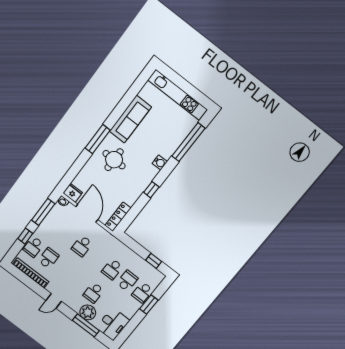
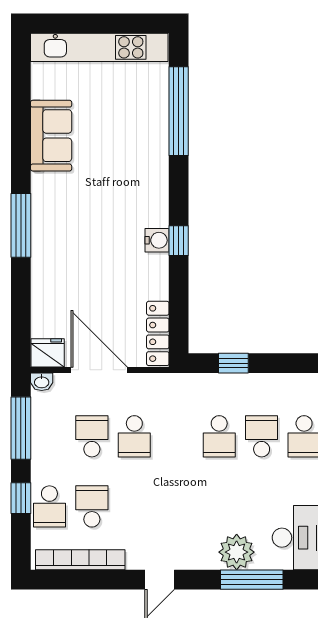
sofa: (130, 119) -> (51, 136), width x0.73
round table: (114, 160) -> (76, 239), removed
water cooler: (160, 162) -> (157, 240), moved
window: (154, 261) -> (233, 363), moved
school desk: (94, 293) -> (92, 436), moved, turned 180

